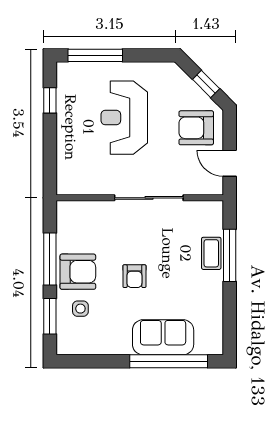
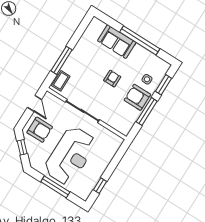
window: (95, 55) -> (55, 187), moved
reception desk: (124, 118) -> (70, 156), width x1.36, depth x1.30
coffee table: (211, 253) -> (61, 81), moved
window: (169, 361) -> (140, 40), moved

